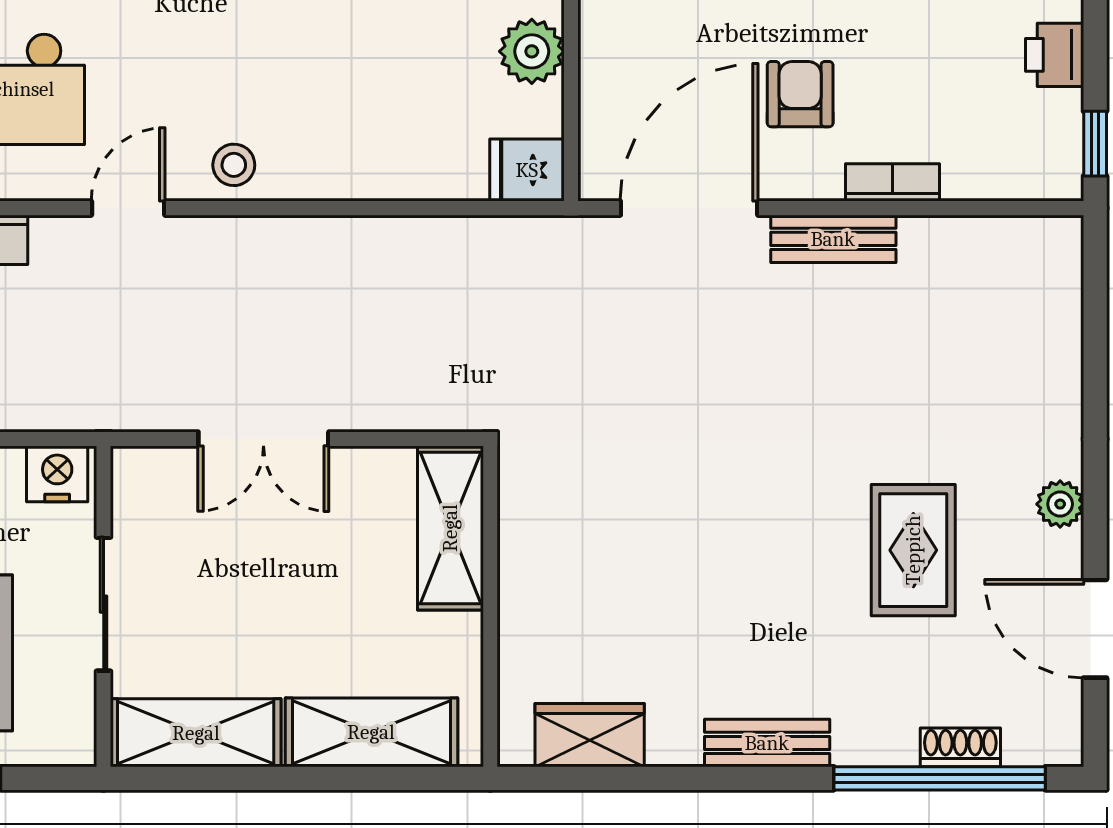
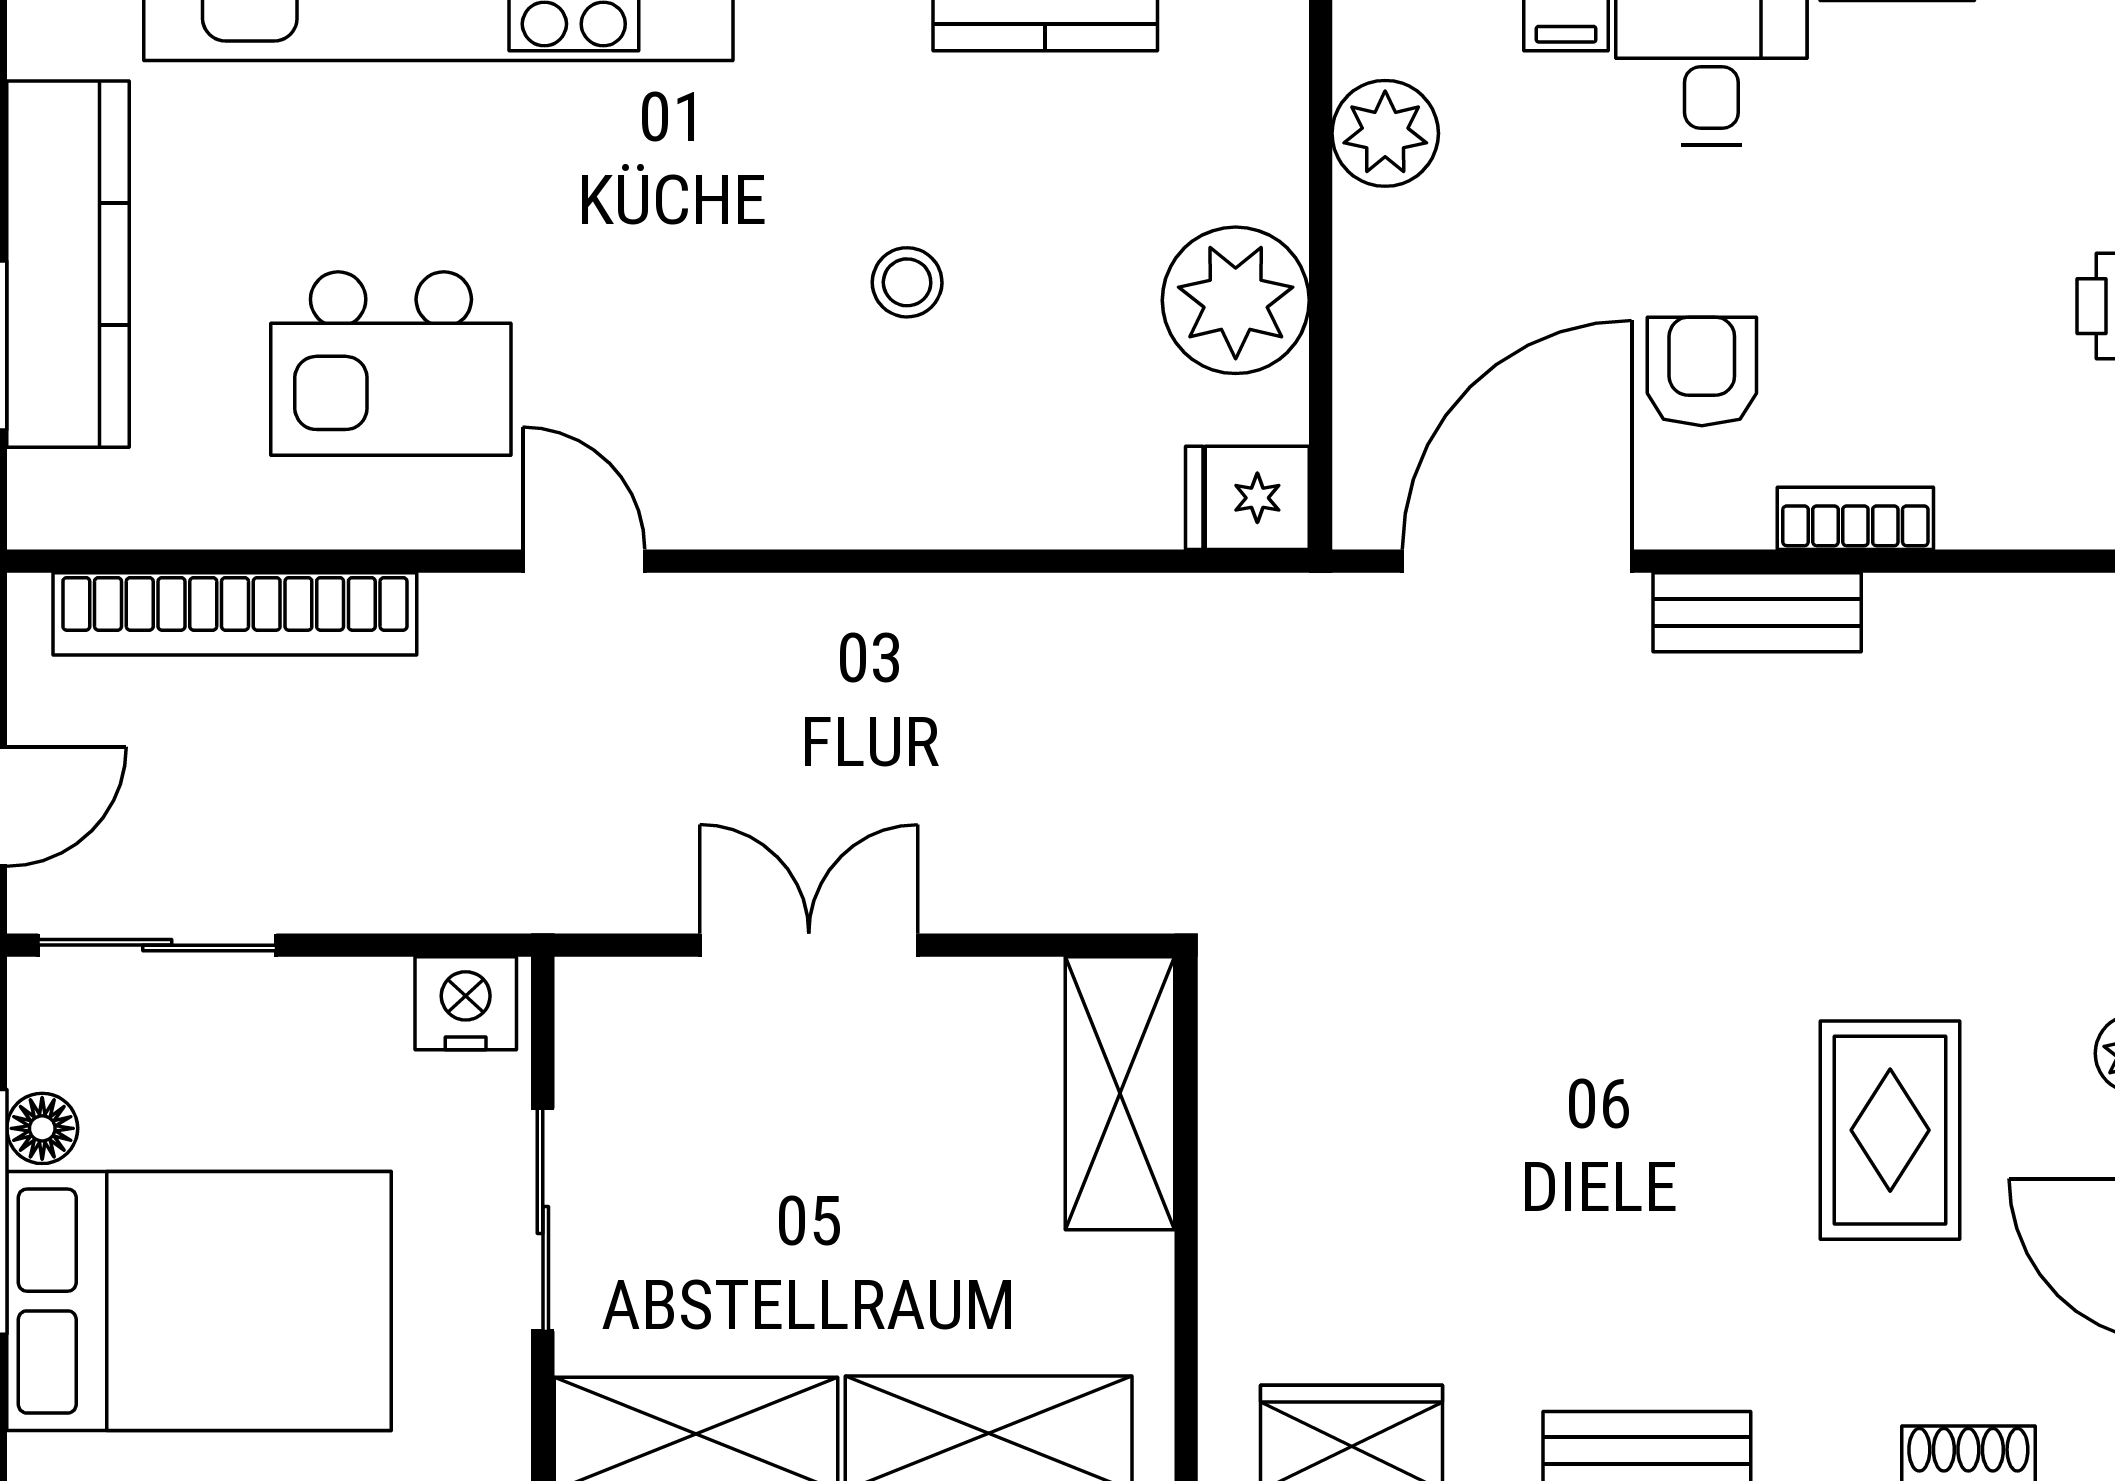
plant: (532, 51) -> (1236, 300), width x1.36, depth x1.36
stool: (234, 165) -> (907, 282), moved
door: (128, 208) -> (584, 561), hinge flipped
double door: (263, 439) -> (809, 945), swing flipped

